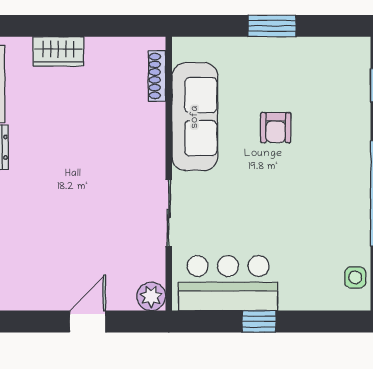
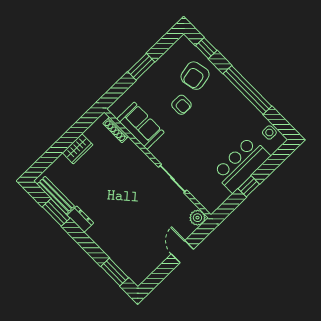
wardrobe: (58, 51) -> (78, 149), moved
armchair: (331, 107) -> (195, 76), added
sofa: (195, 117) -> (140, 126), width x0.73
bar counter: (228, 283) -> (241, 164), moved

